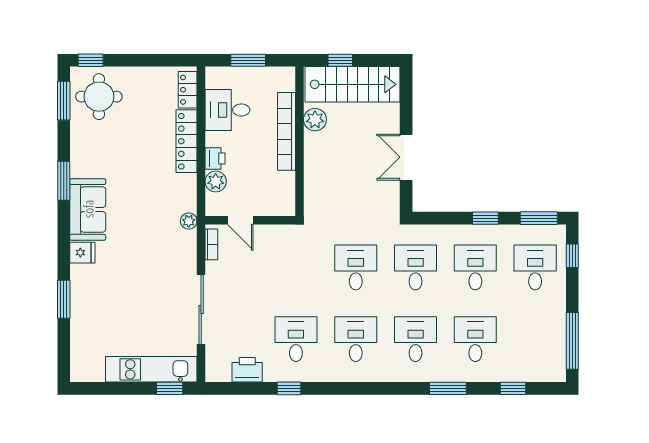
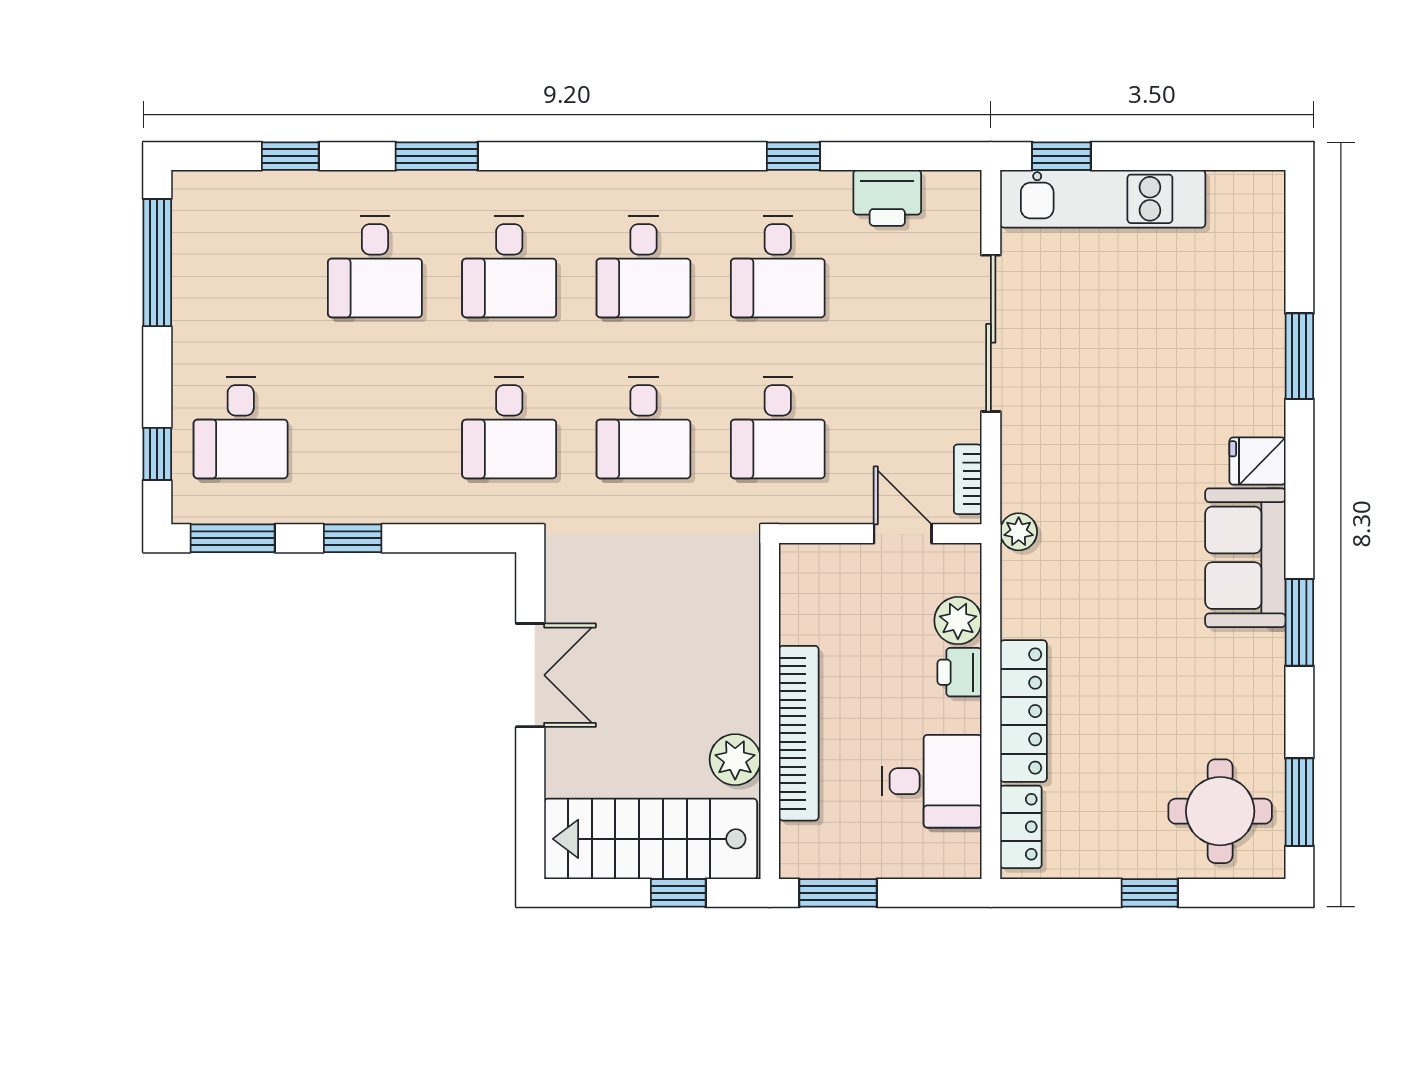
window: (91, 60) -> (1150, 893), moved
window: (248, 60) -> (838, 893), moved
desk: (475, 267) -> (778, 428), moved

